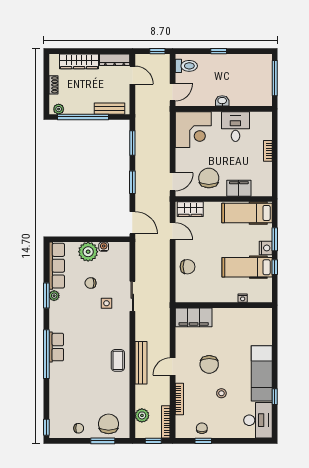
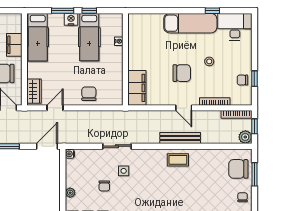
water cooler: (104, 247) -> (70, 154), moved
plant: (88, 252) -> (70, 193), width x0.53, depth x0.53
plant: (142, 415) -> (245, 137), moved

